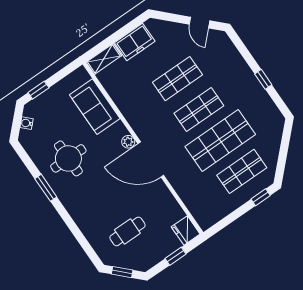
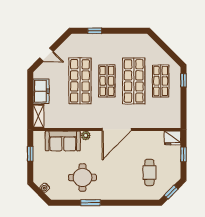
door: (200, 23) -> (46, 55), moved
shop shelf: (177, 79) -> (80, 81), width x1.43, depth x1.36
window: (263, 79) -> (95, 31), moved
window: (38, 90) -> (30, 154), moved
plant: (128, 142) -> (86, 136), moved

